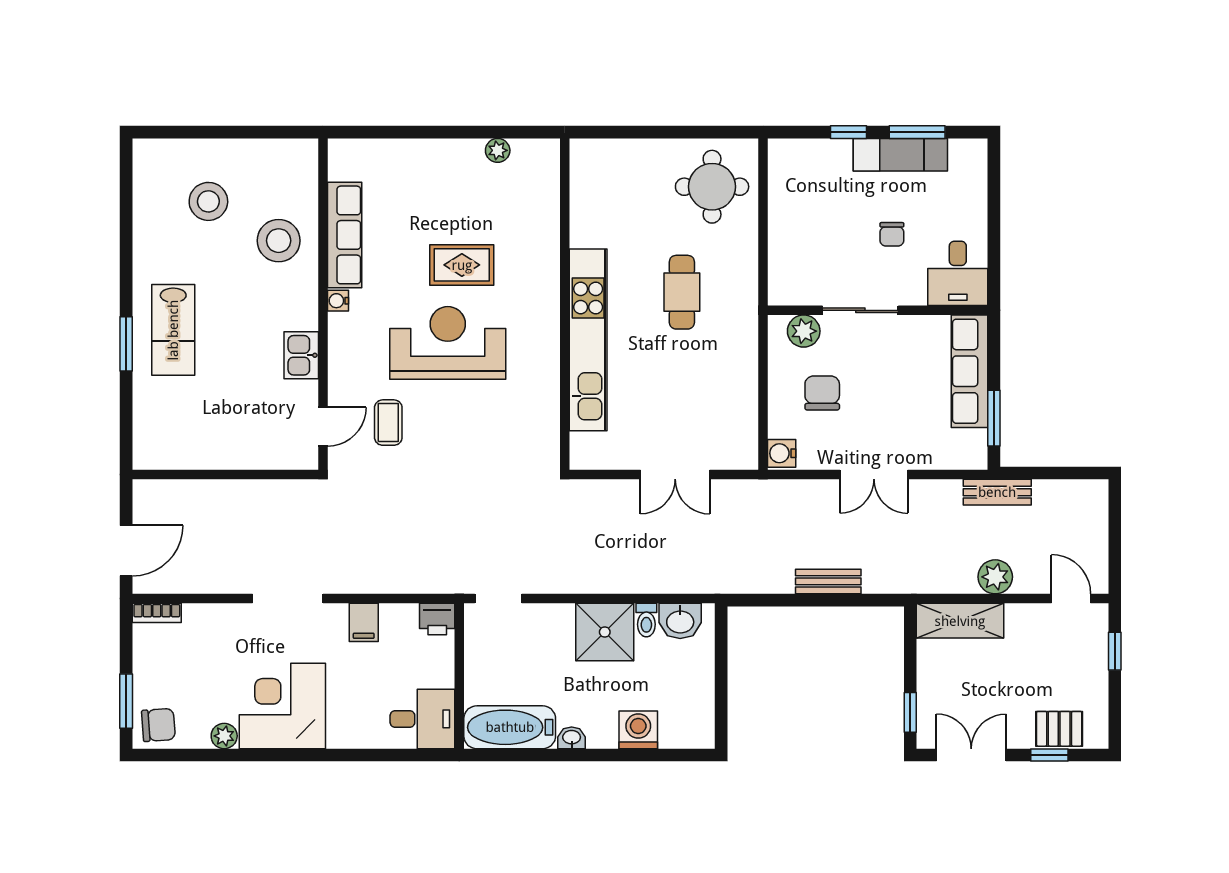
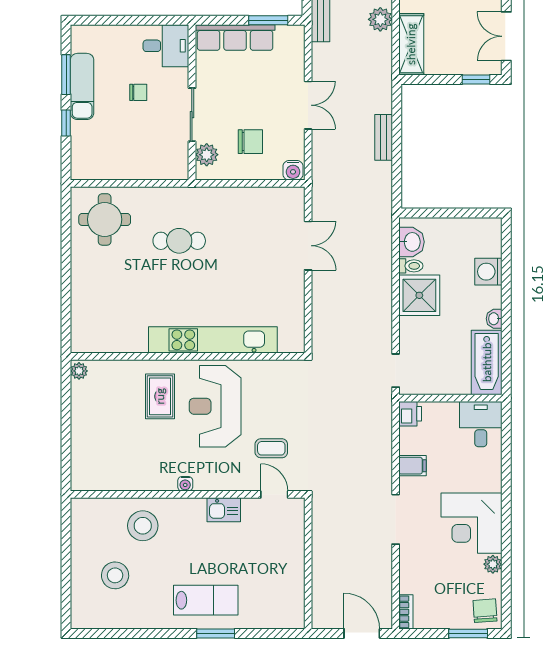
row of seats: (345, 235) -> (139, 479), removed
wall: (565, 304) -> (188, 356), moved
kitchen unit: (588, 340) -> (213, 340), moved
chair: (822, 393) -> (250, 142), turned 180

